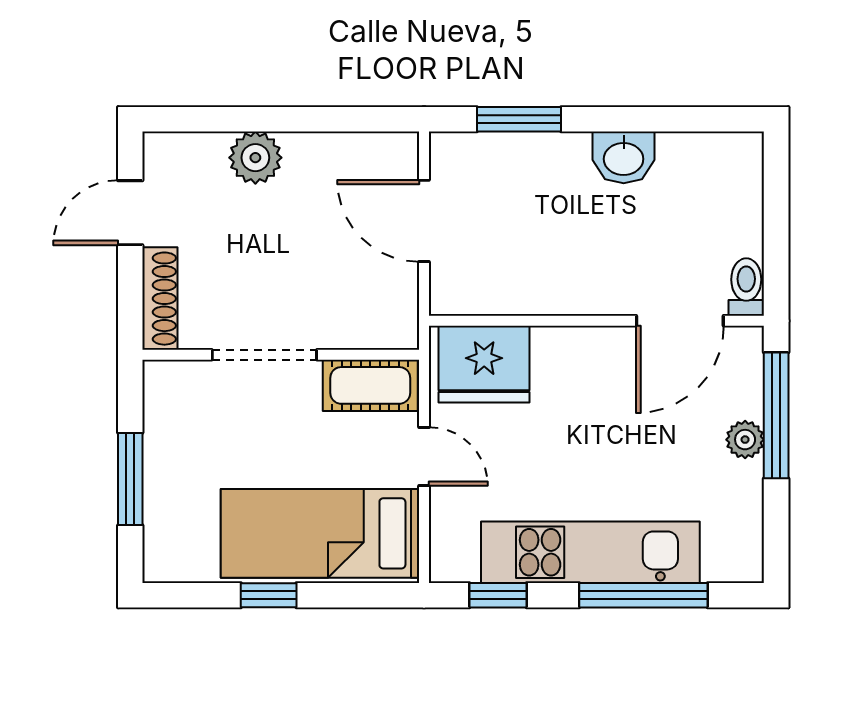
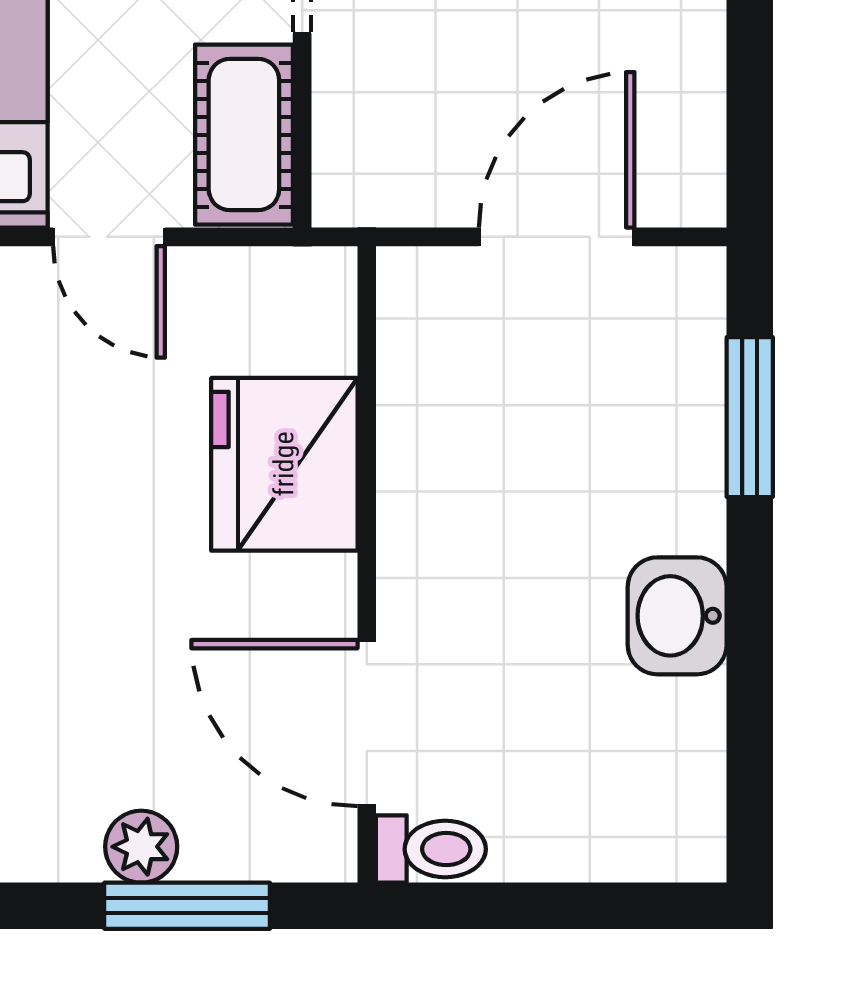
fridge: (484, 364) -> (284, 464), moved
window: (776, 415) -> (187, 906), width x0.69
door: (424, 456) -> (109, 237), hinge flipped

